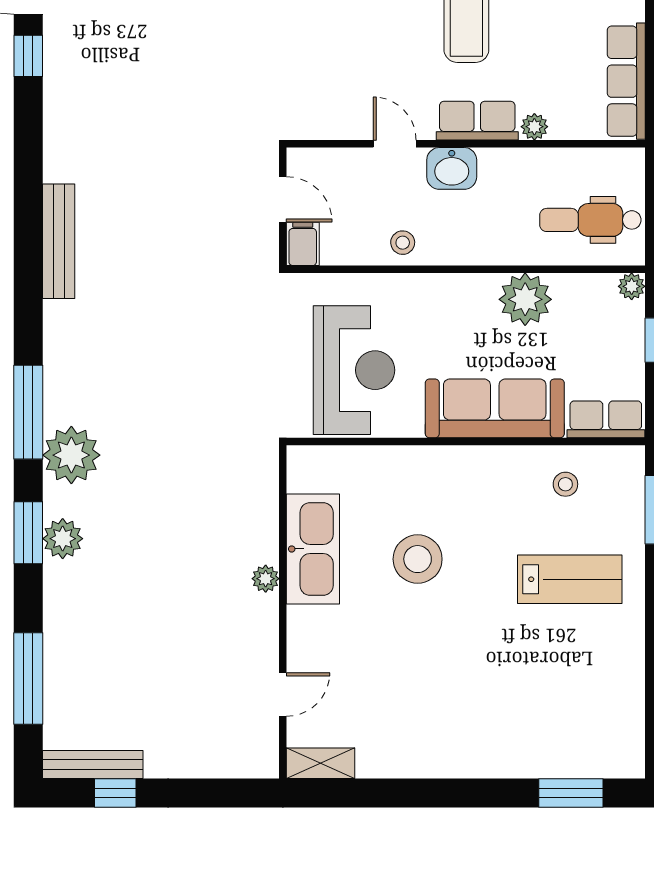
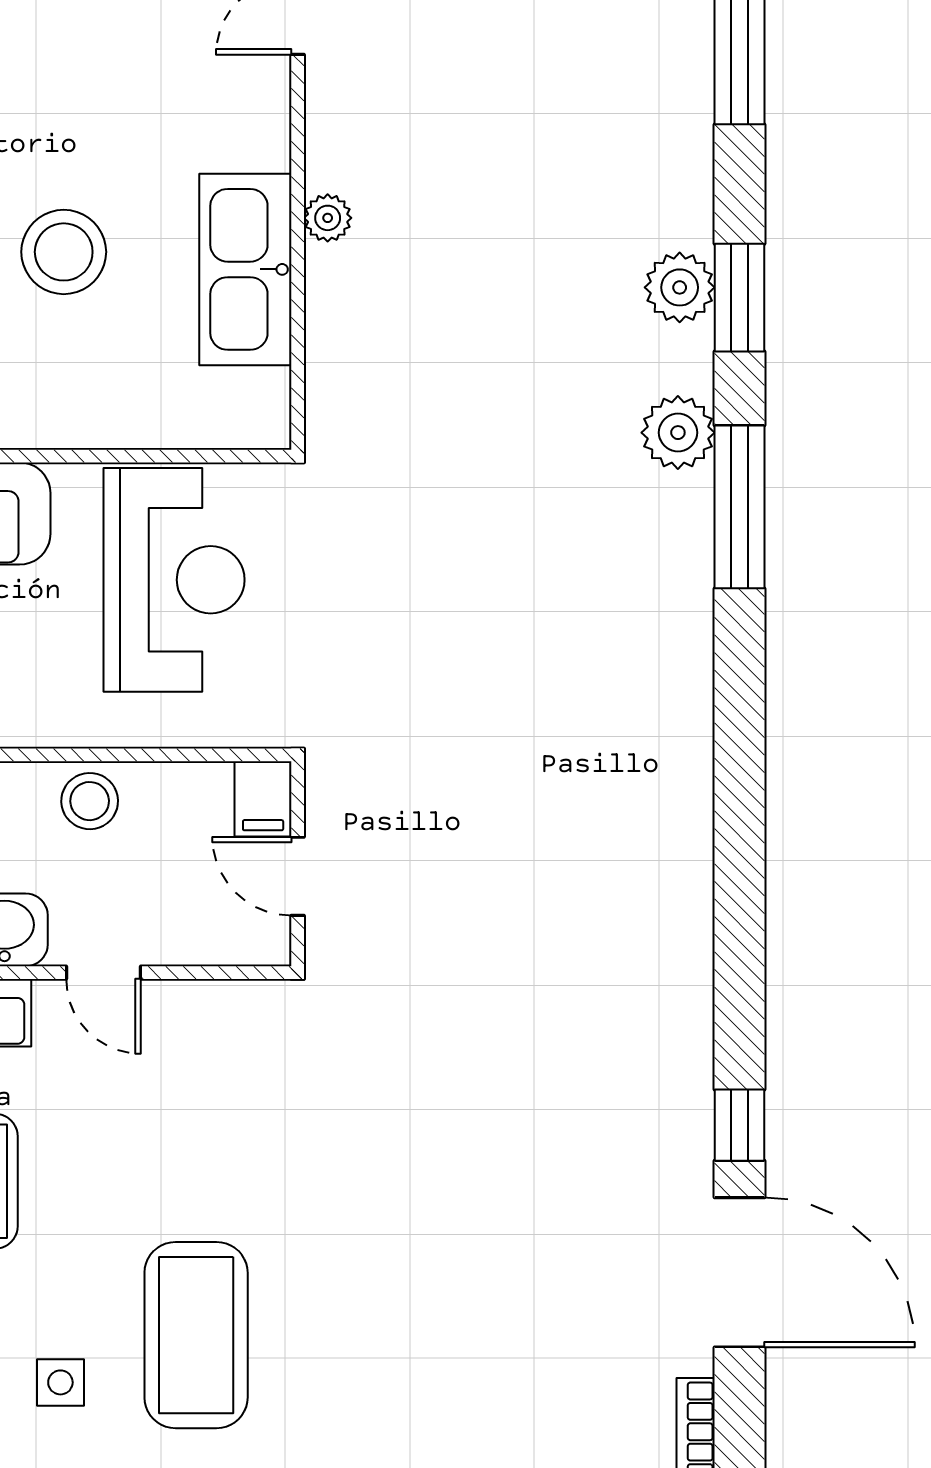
bench: (59, 241) -> (687, 803), removed
stool: (403, 243) -> (90, 801), width x1.37, depth x1.37
reception desk: (354, 370) -> (174, 580), turned 180
plant: (71, 455) -> (678, 433), width x0.73, depth x0.73

